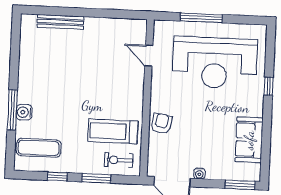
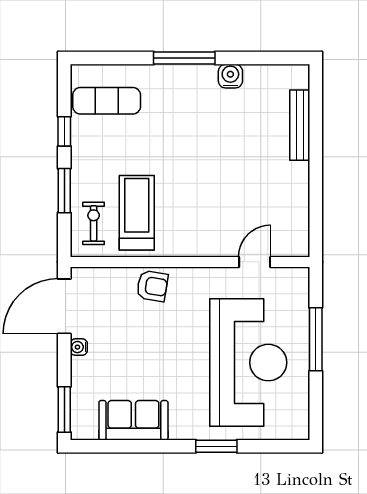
reception desk: (215, 63) -> (248, 363), turned 180
window: (269, 86) -> (216, 446), width x1.50
window: (12, 110) -> (184, 58), moved
water cooler: (24, 112) -> (230, 76), moved
exercise mat: (39, 148) -> (107, 101), turned 90

